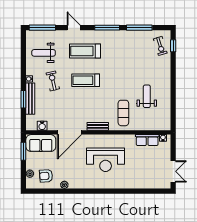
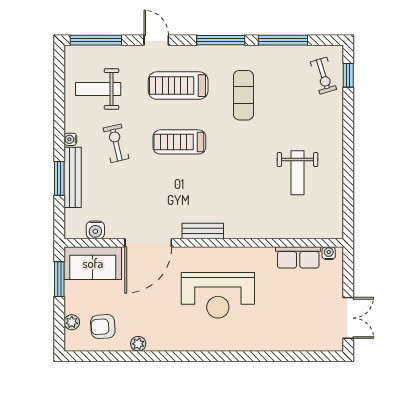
weight bench: (147, 96) -> (298, 173), turned 180
exercise mat: (123, 113) -> (243, 95), moved

